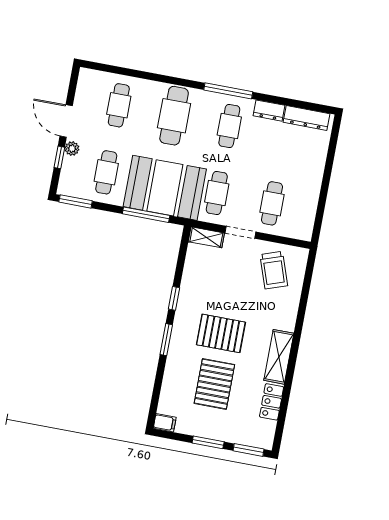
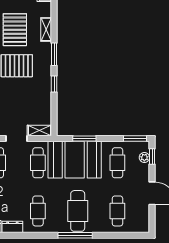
window: (228, 91) -> (75, 235), moved
plant: (72, 149) -> (144, 157), moved
window: (59, 157) -> (152, 156), moved
window: (146, 215) -> (84, 138), width x0.69
shelving: (171, 376) -> (46, 29), added

